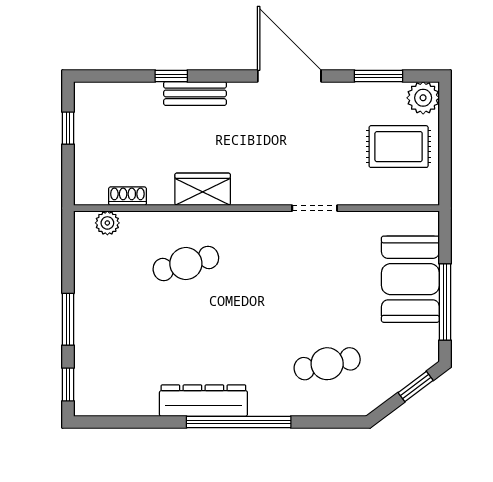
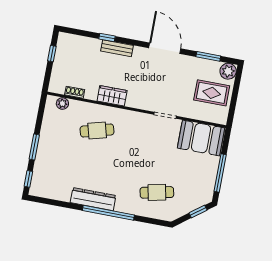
booth: (410, 279) -> (201, 138), moved, turned 90

